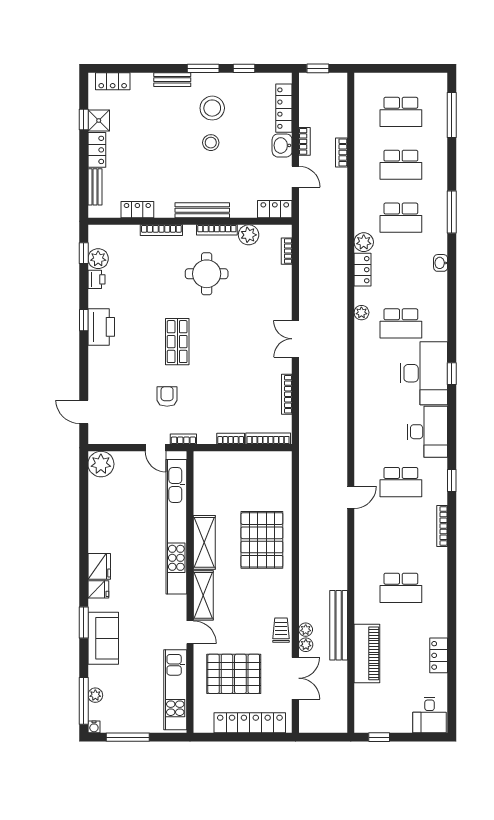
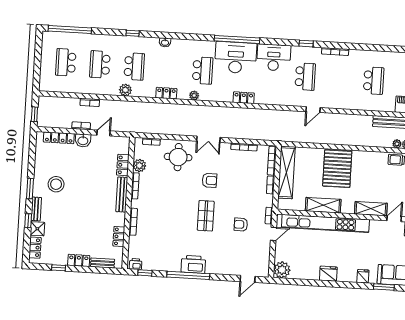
window: (244, 68) -> (28, 221), moved
school desk: (401, 112) -> (66, 62), turned 180
window: (452, 115) -> (70, 30), width x1.46
shower: (99, 120) -> (37, 229), moved
stool: (211, 143) -> (78, 186), removed
school desk: (401, 165) -> (100, 64), turned 180
locker: (275, 209) -> (123, 165), moved
window: (452, 212) -> (133, 33), width x0.46
plant: (364, 242) -> (125, 90), moved
plant: (98, 259) -> (149, 264), removed
round table: (207, 274) -> (178, 157), moved
printer: (96, 279) -> (136, 264), moved
window: (84, 320) -> (188, 275), width x3.17
shop shelf: (177, 342) -> (206, 216), turned 90
armchair: (232, 344) -> (209, 180), added
window: (452, 374) -> (237, 39), width x3.17
locker: (363, 389) -> (244, 98), added
shelving: (251, 462) -> (287, 172), added
door: (351, 497) -> (313, 110), swing flipped
pallet: (262, 540) -> (337, 169), turned 90
shelving: (204, 542) -> (323, 205), moved
fridge: (99, 566) -> (328, 274), moved

